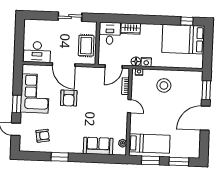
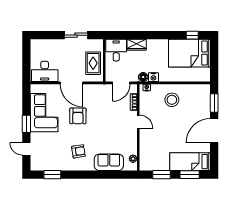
armchair: (43, 136) -> (78, 151), moved
bed: (149, 144) -> (190, 162), moved, turned 180
window: (60, 157) -> (52, 175), moved

